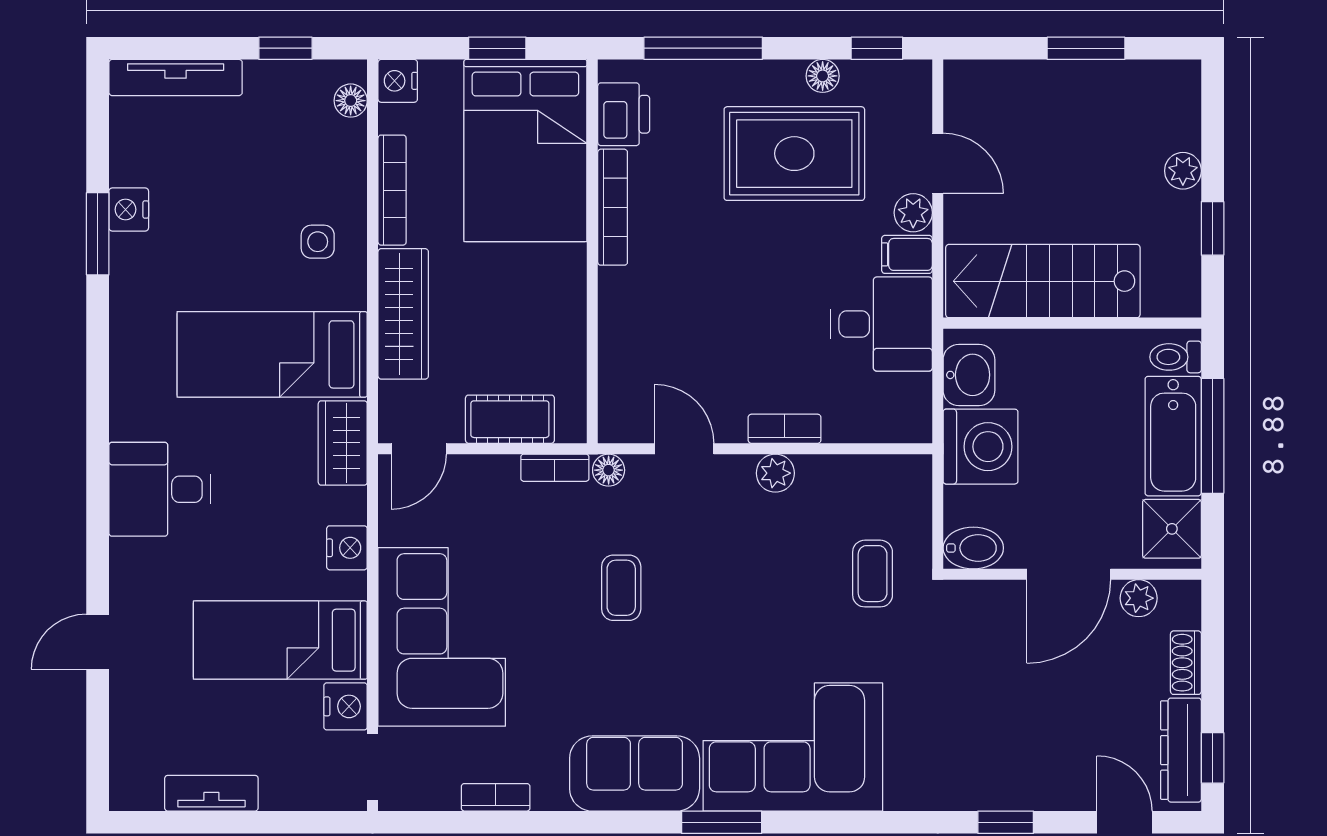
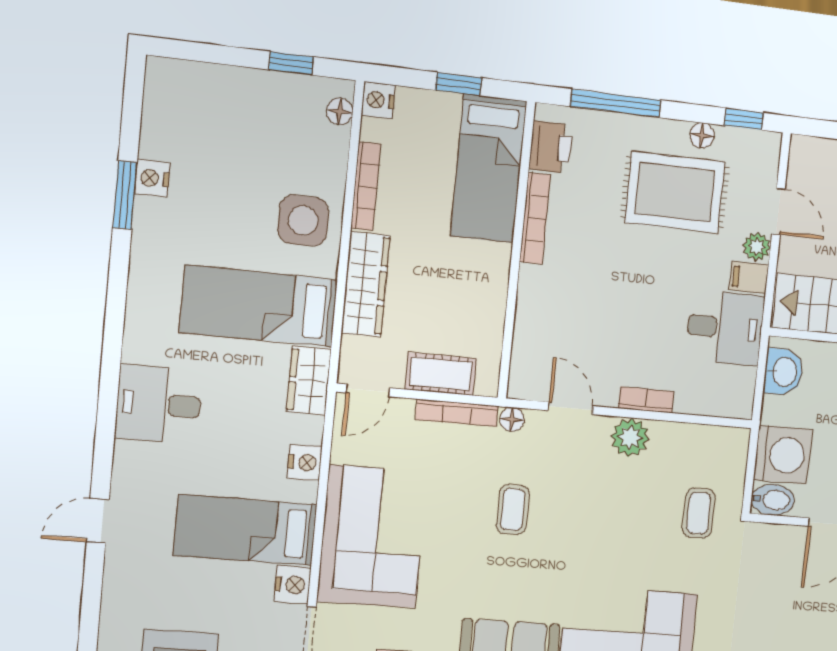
tv unit: (176, 77) -> (200, 76), removed
bed: (525, 151) -> (488, 169), width x0.67
side table: (318, 242) -> (303, 221), width x1.87, depth x1.87
washing machine: (980, 447) -> (783, 455), moved
bookcase: (555, 468) -> (457, 413), width x1.56
plant: (775, 473) -> (630, 437), width x1.38, depth x1.38

